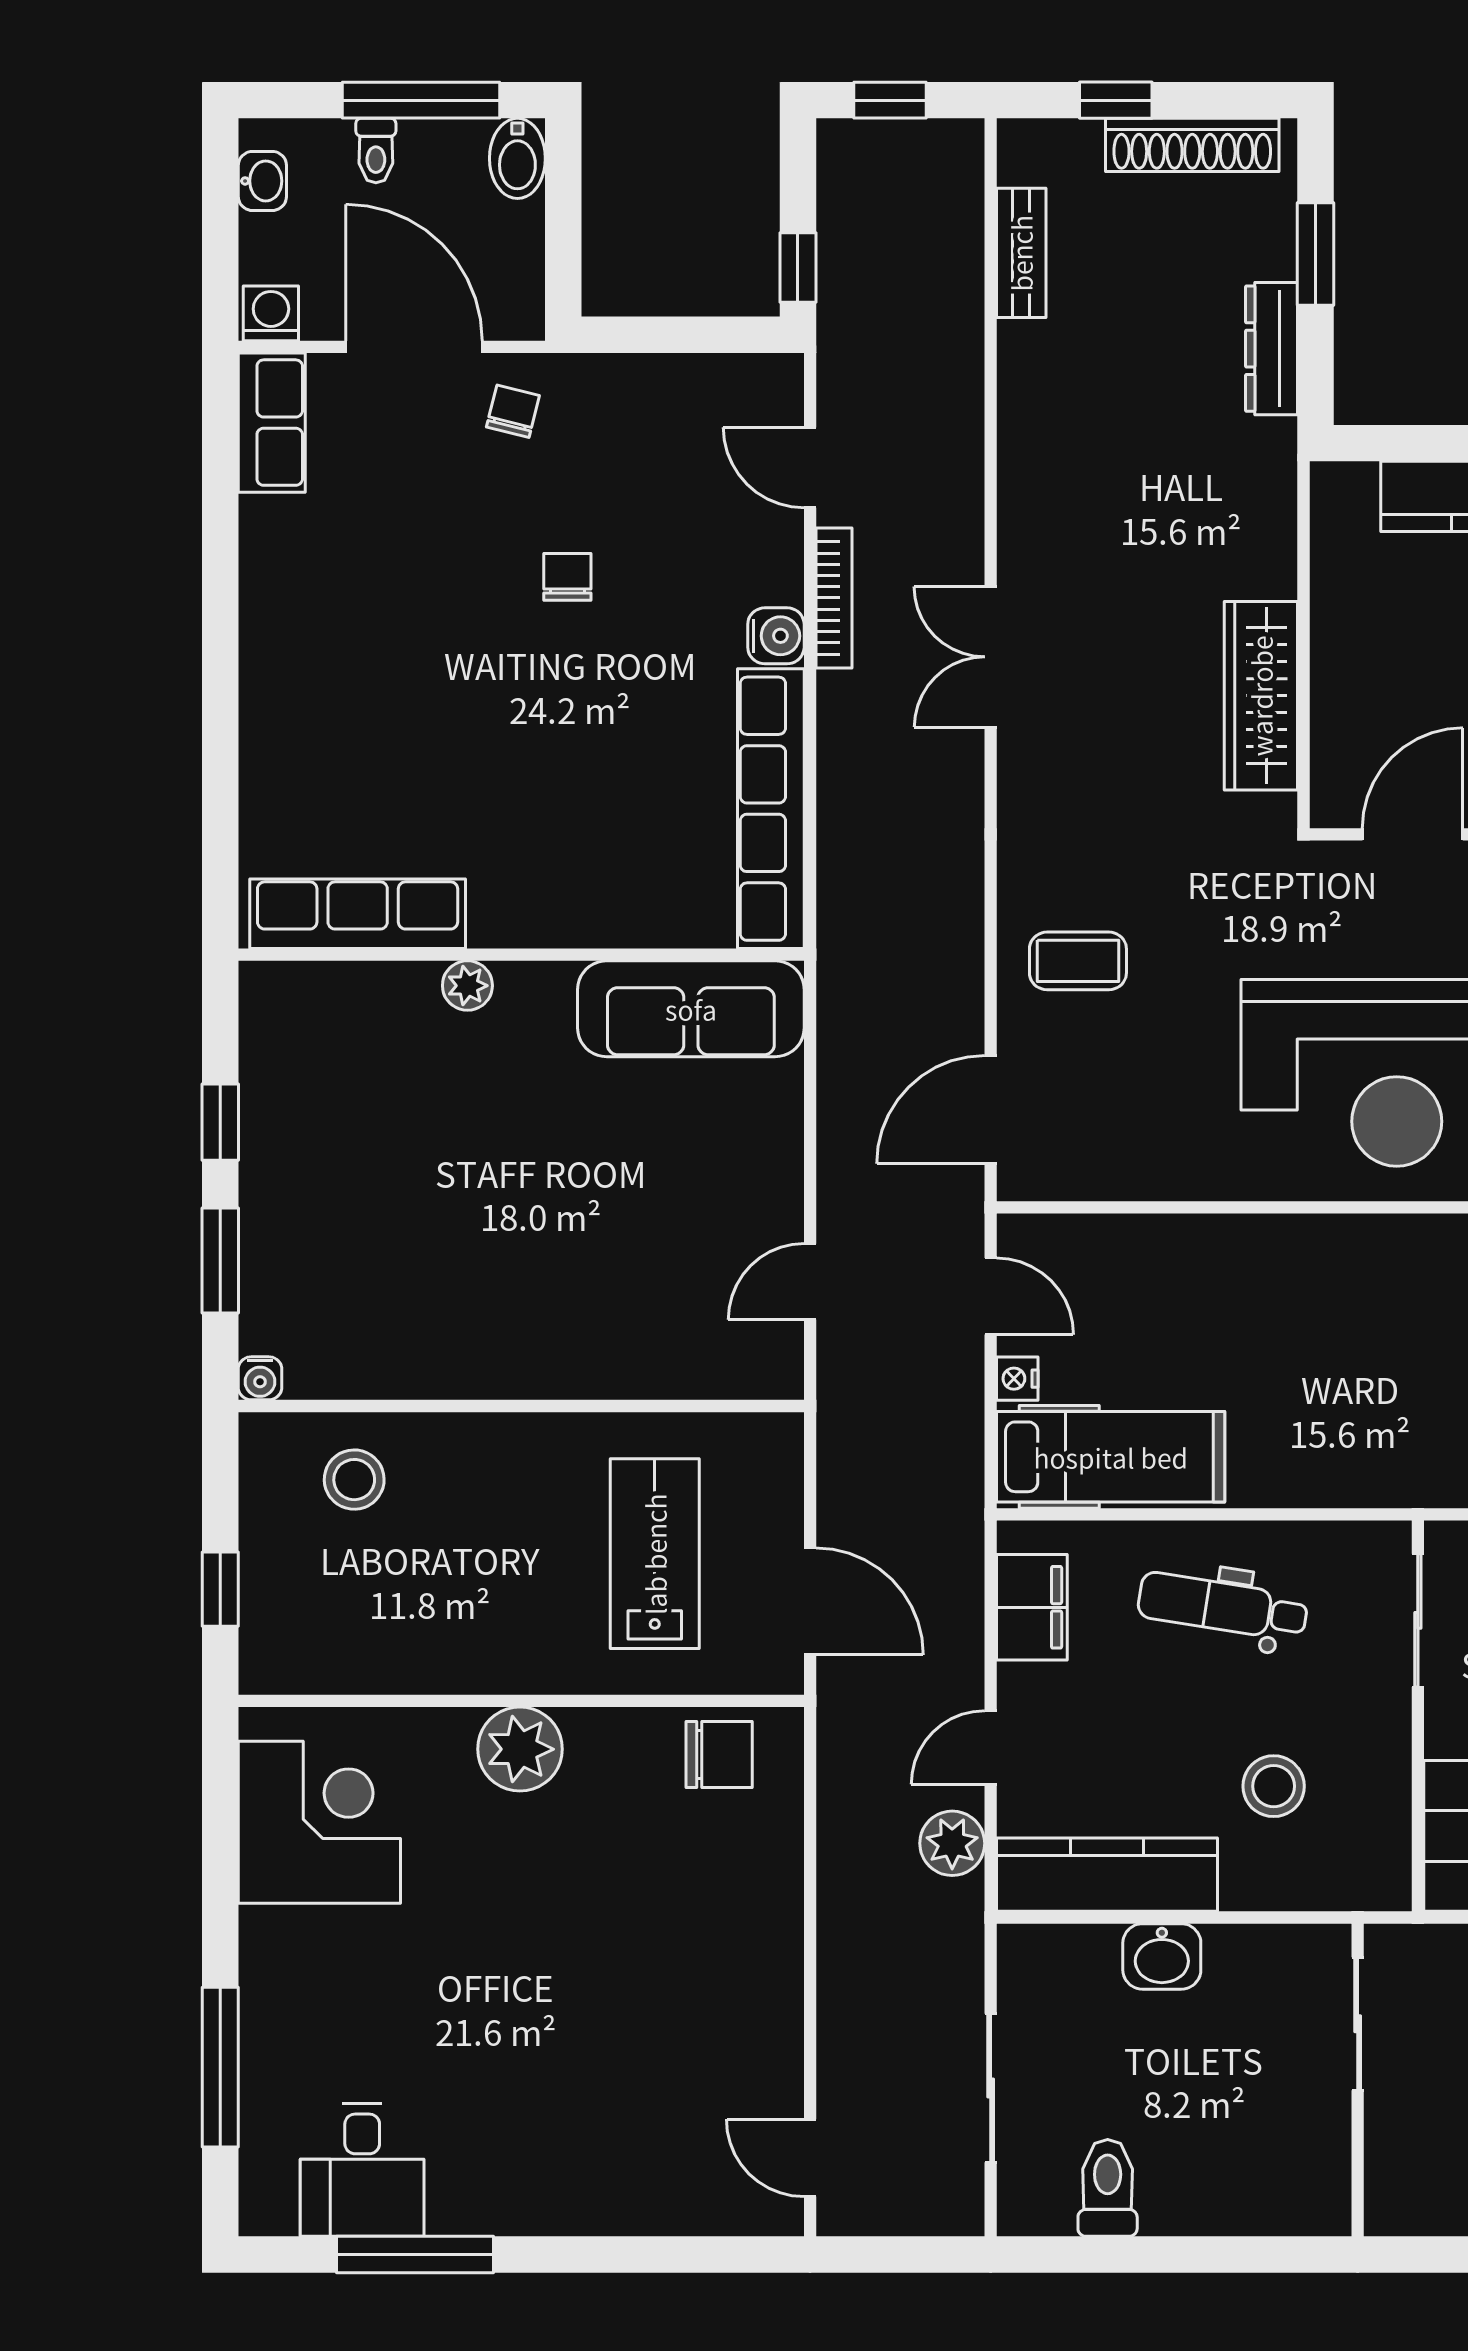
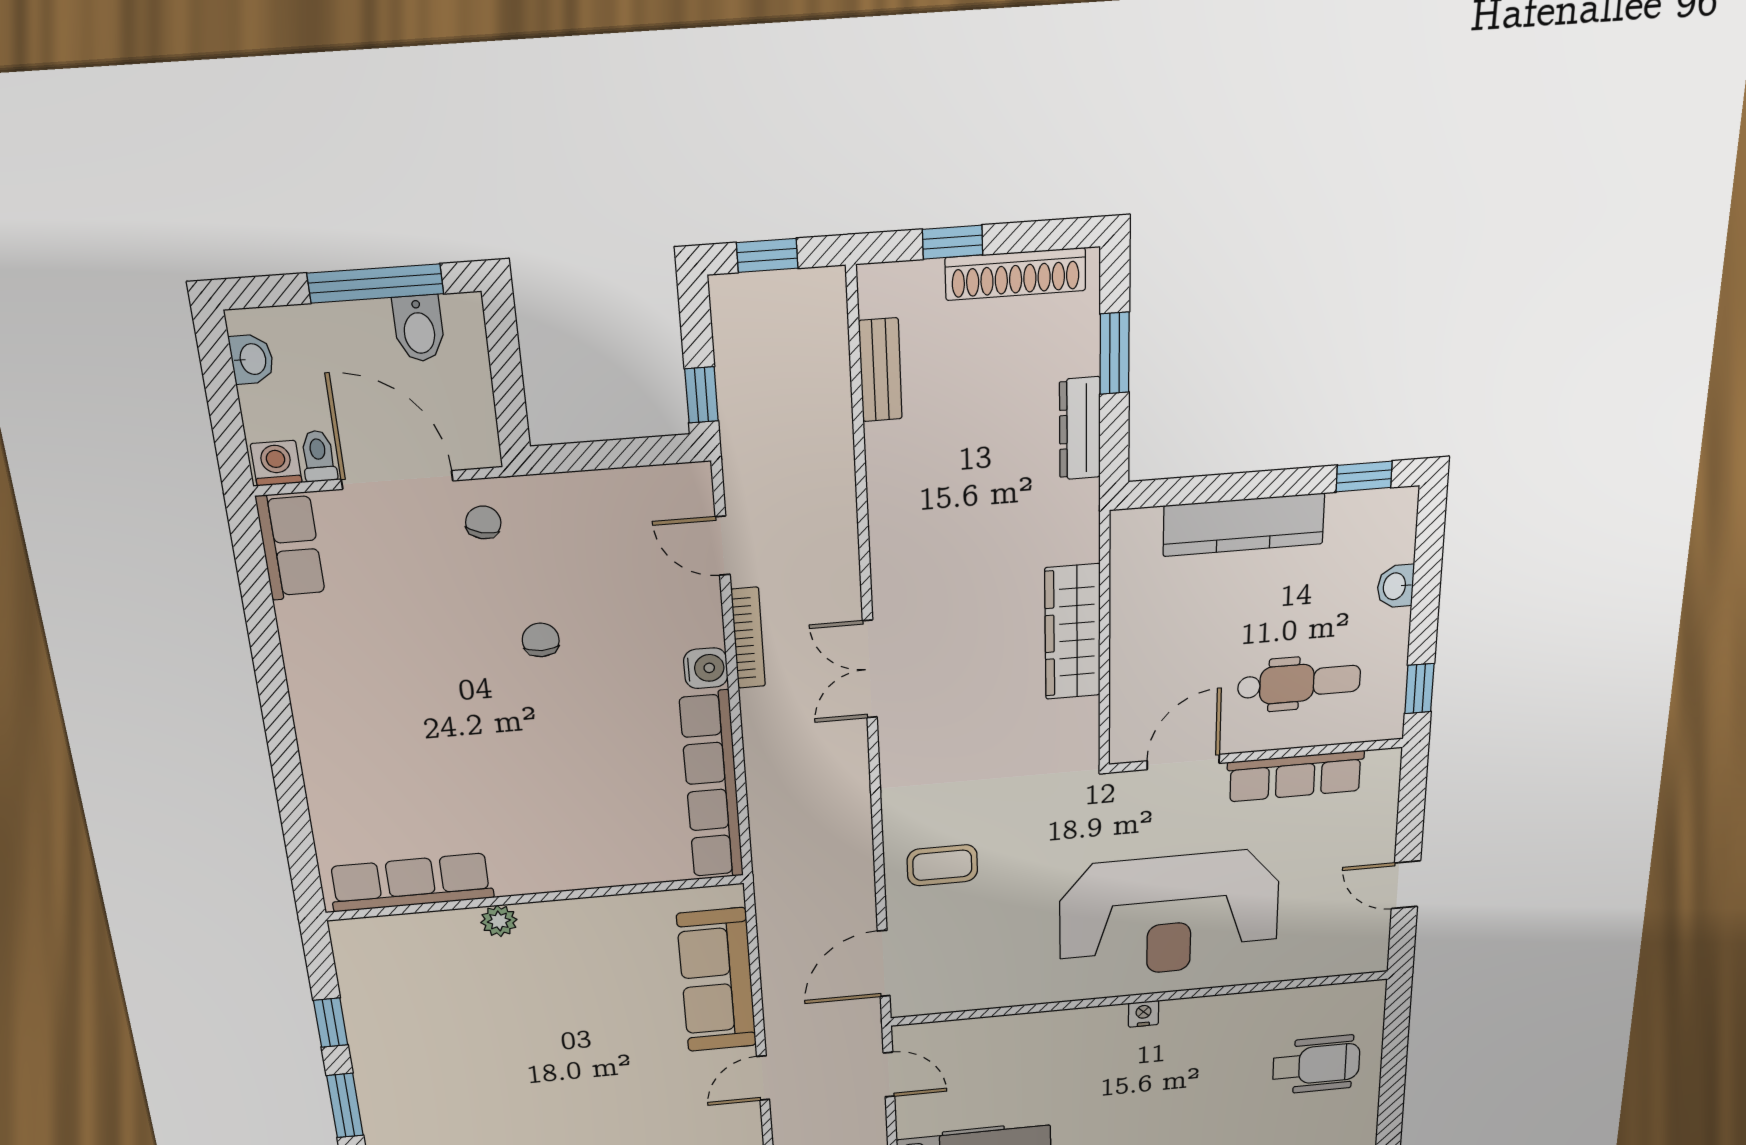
toilet: (376, 151) -> (318, 456), moved, turned 180
bidet: (517, 158) -> (419, 328), moved
wardrobe: (1261, 696) -> (1073, 632), moved
sofa: (691, 1009) -> (717, 980), moved, turned 90
nightstand: (1017, 1379) -> (1143, 1014), moved, turned 90

